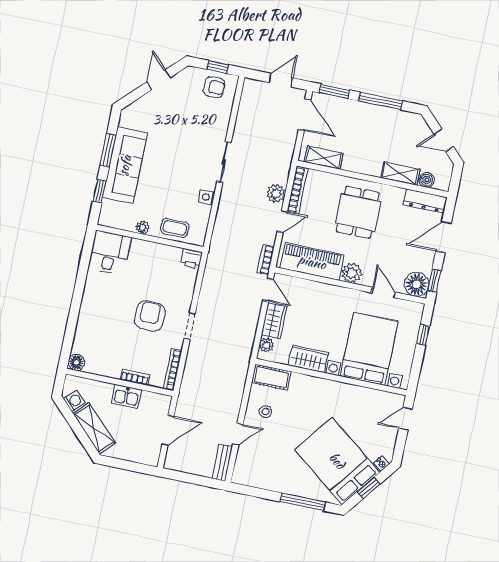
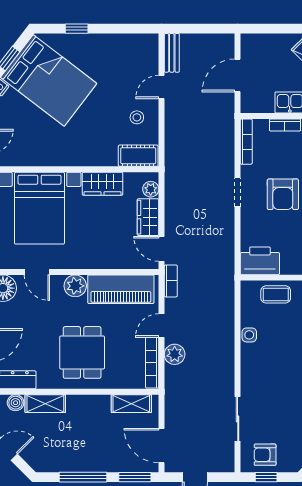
sliding door: (224, 162) -> (238, 419), moved
printer: (191, 259) -> (260, 261), width x1.87, depth x1.48
window: (303, 502) -> (77, 29), width x0.46

